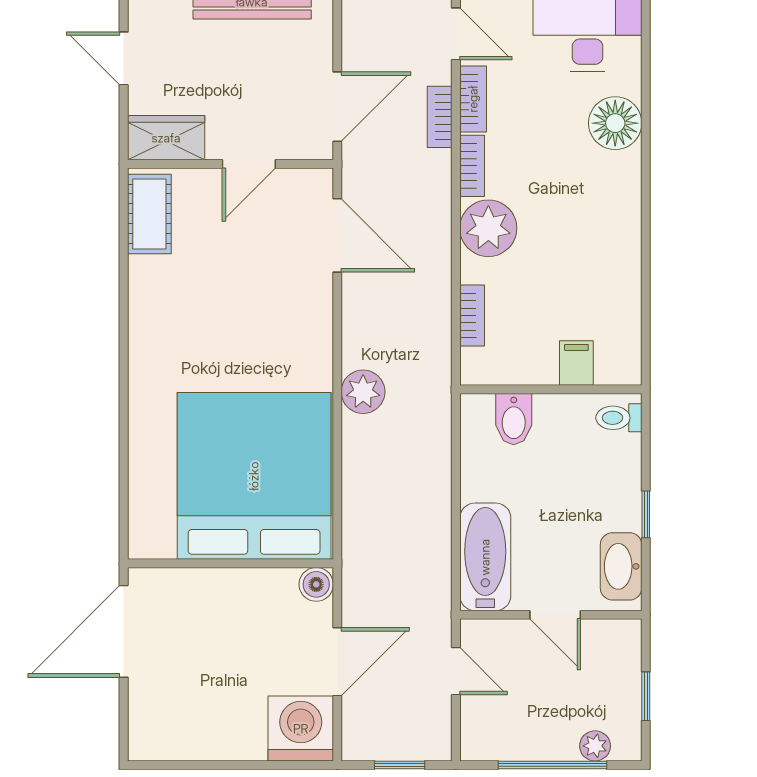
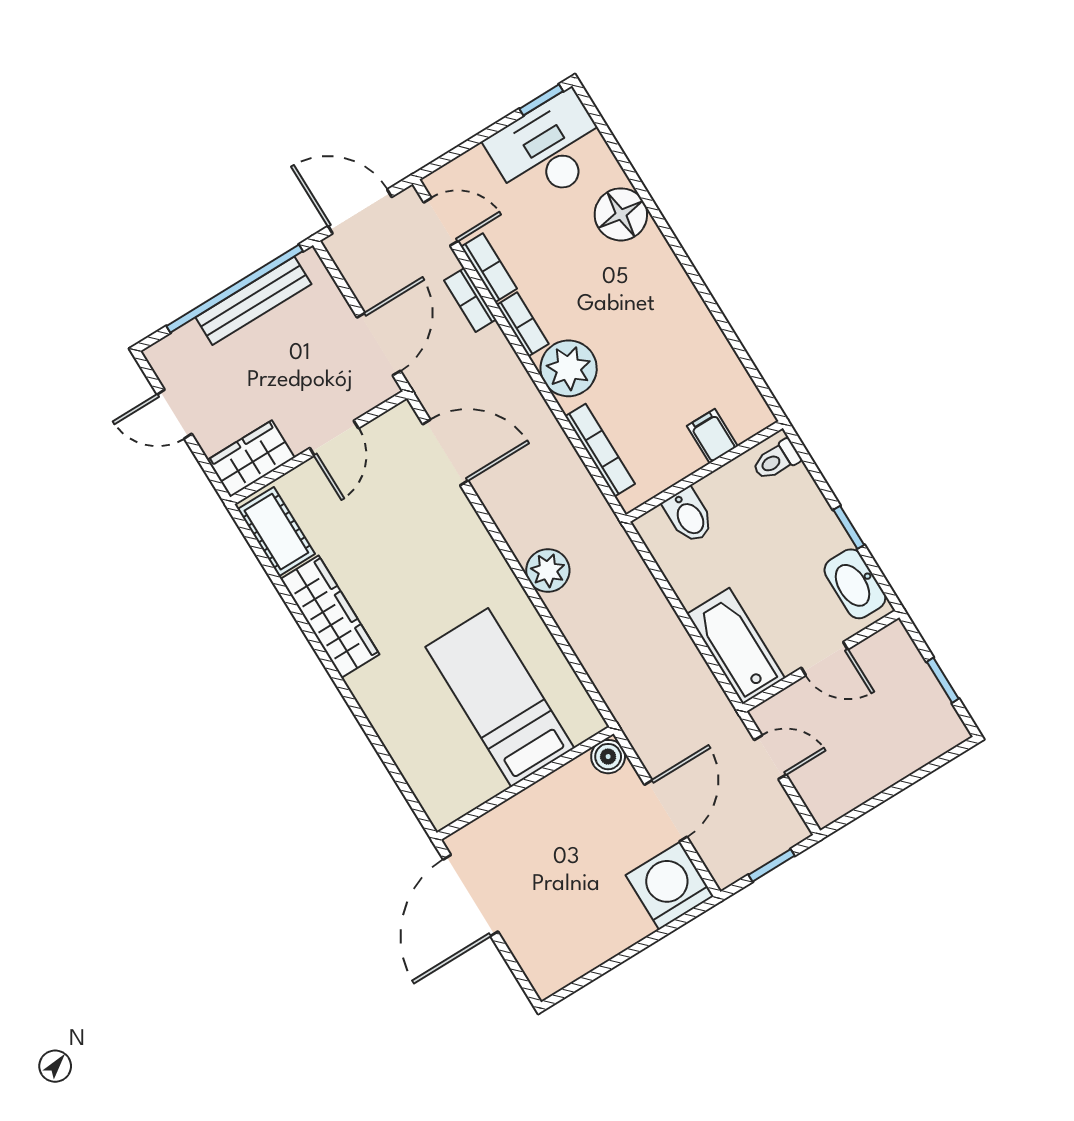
bookcase: (472, 315) -> (600, 450), width x1.56
wardrobe: (150, 316) -> (330, 617), added
bed: (254, 476) -> (500, 698), width x0.49
plant: (595, 746) -> (926, 748), removed
window: (553, 765) -> (900, 786), removed

